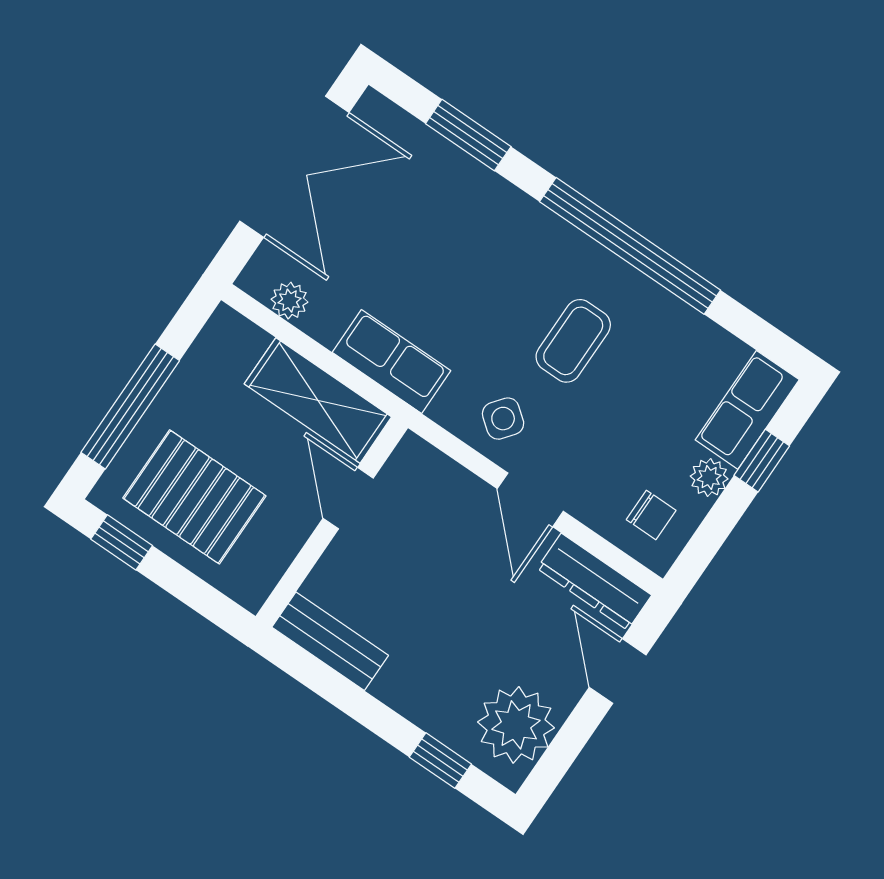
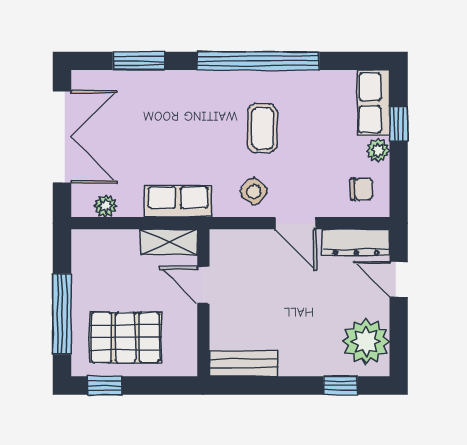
shelving: (318, 400) -> (169, 242), width x0.67, depth x0.75

